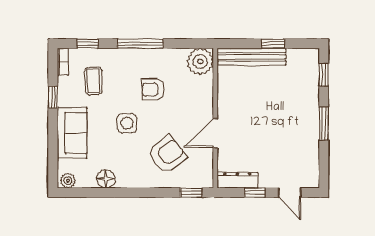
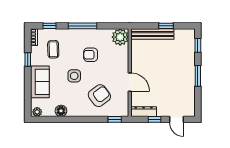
door: (215, 133) -> (130, 82), swing flipped

